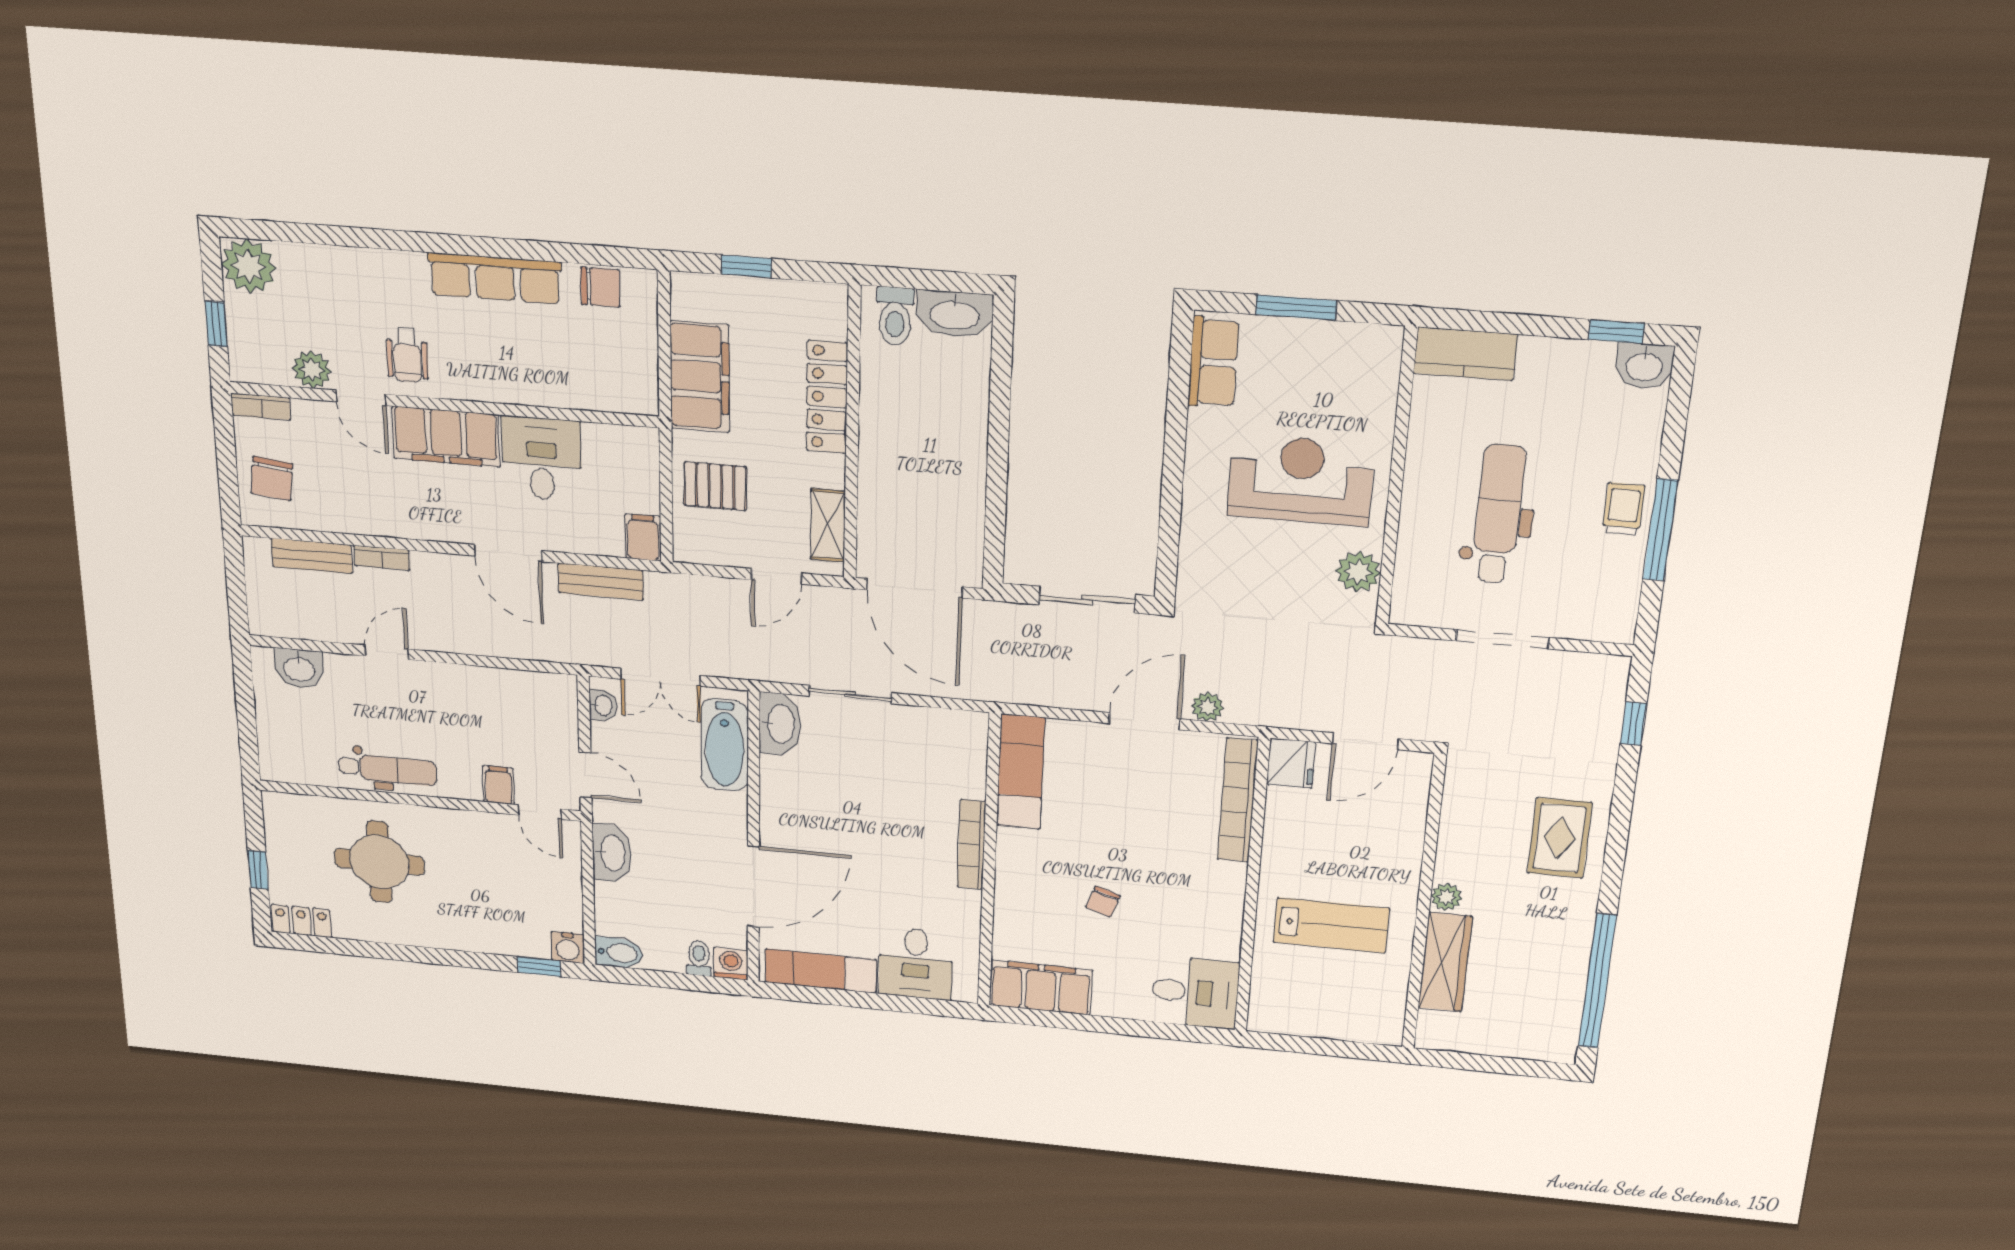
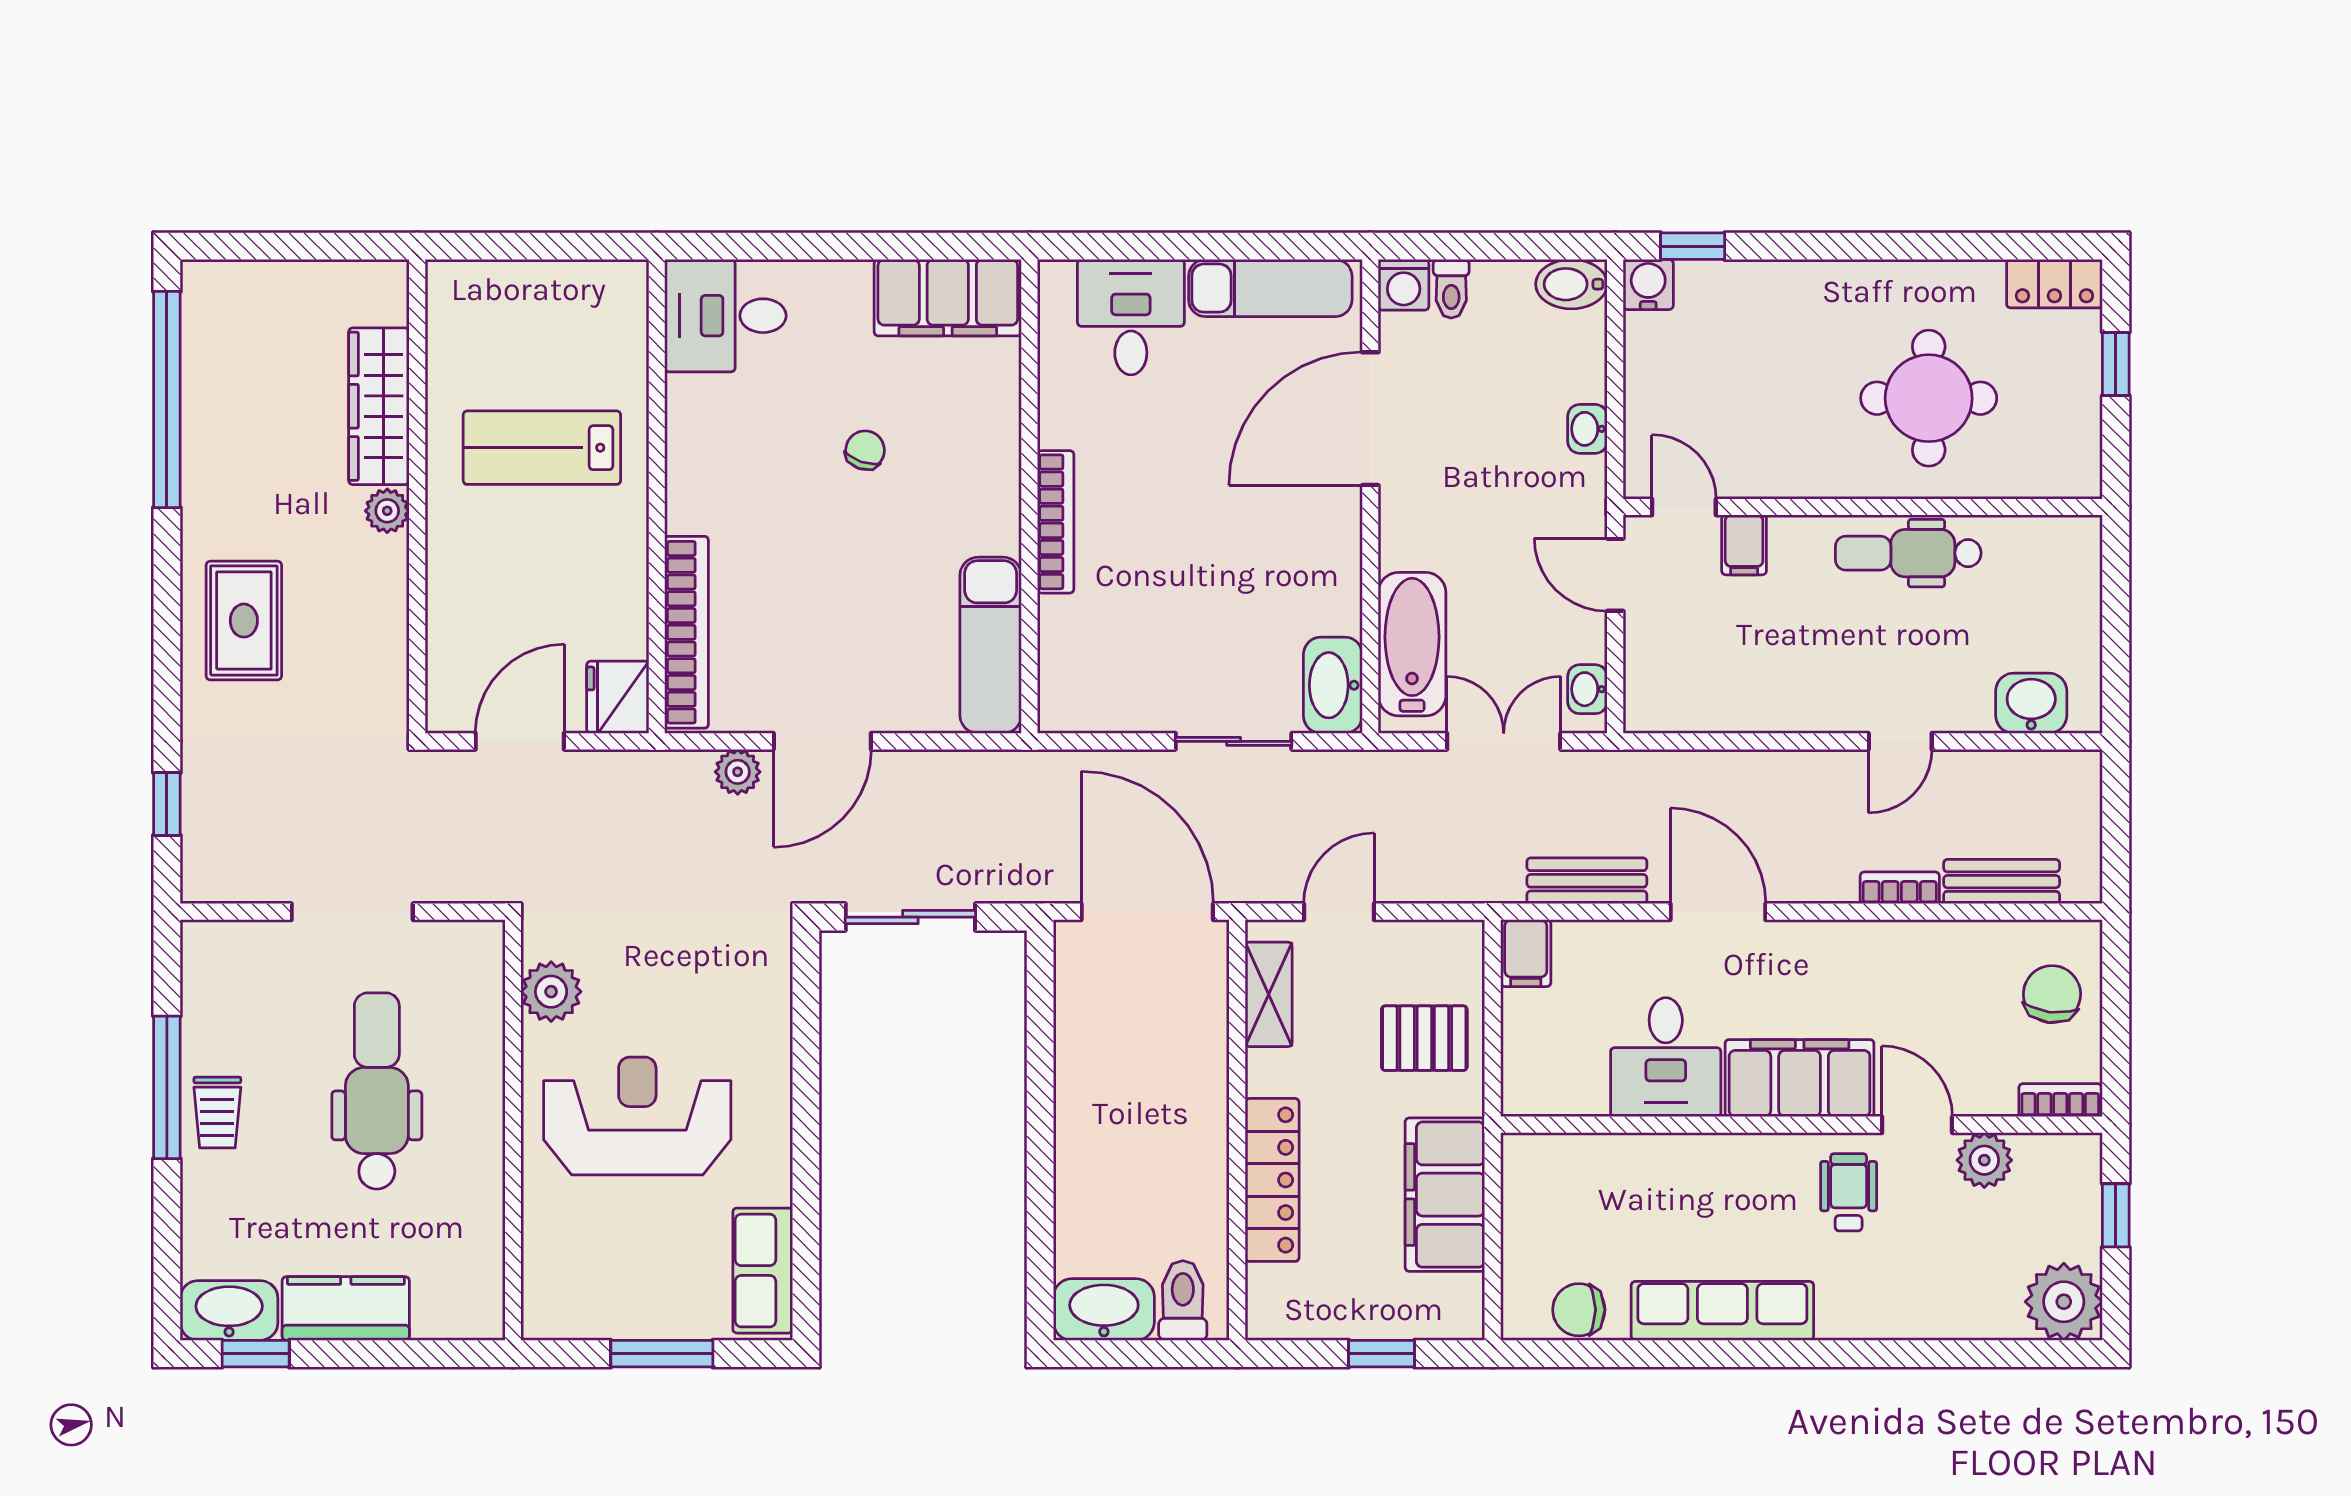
kitchen counter: (1465, 354) -> (346, 1309), moved
washbasin: (1644, 366) -> (229, 1310), width x1.38
reception desk: (1301, 480) -> (637, 1116), turned 180
dental chair: (1498, 514) -> (377, 1091), turned 180
washbasin: (612, 853) -> (1587, 429), width x0.52, depth x0.69

